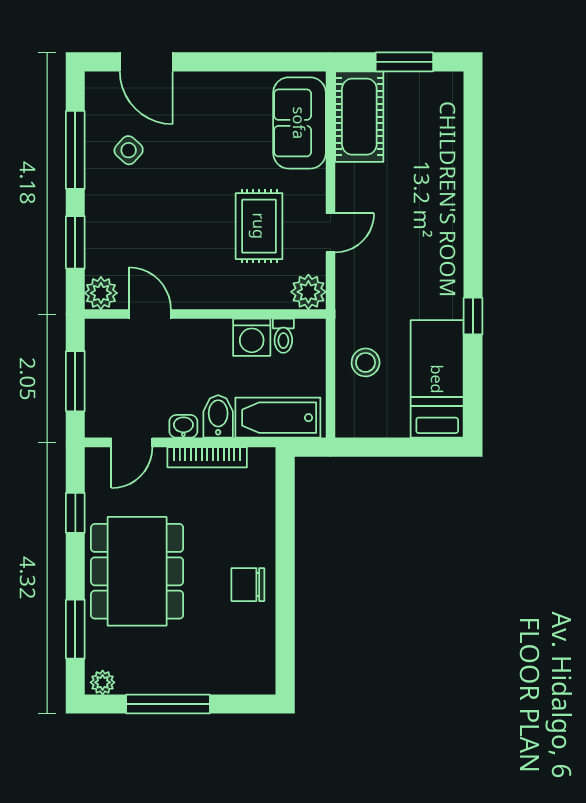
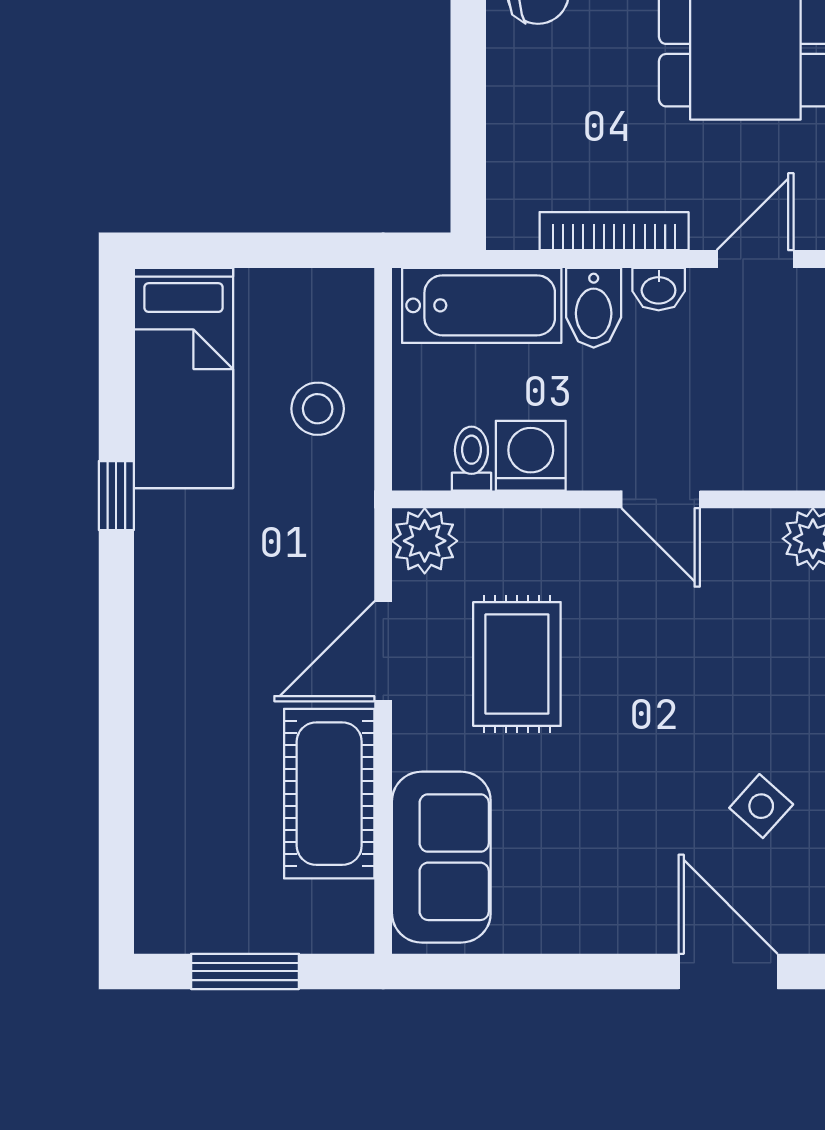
cot: (359, 117) -> (329, 794), moved
door: (331, 233) -> (383, 651), width x1.38
door: (150, 314) -> (661, 499), moved

